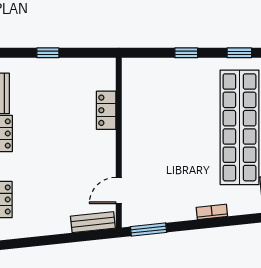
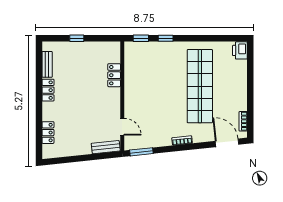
window: (239, 53) -> (141, 38), moved
door: (119, 190) -> (122, 127), swing flipped

